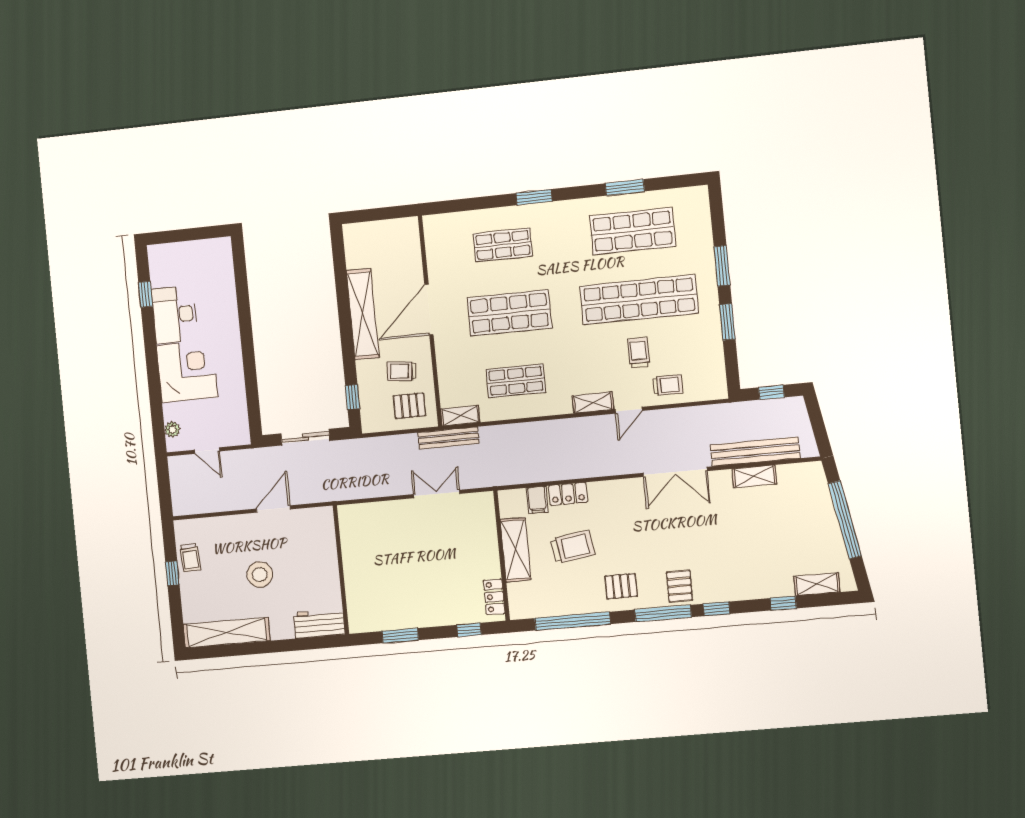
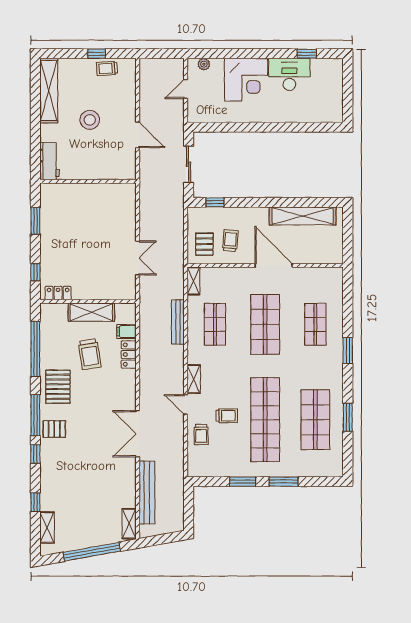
shelving: (363, 314) -> (303, 216), moved
window: (771, 392) -> (189, 508), removed
bench: (448, 438) -> (178, 322), moved
shelving: (754, 476) -> (129, 524), moved
pallet: (621, 586) -> (58, 387), width x1.50, depth x1.42

